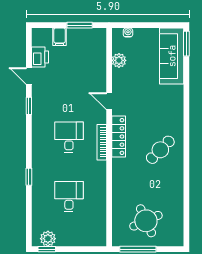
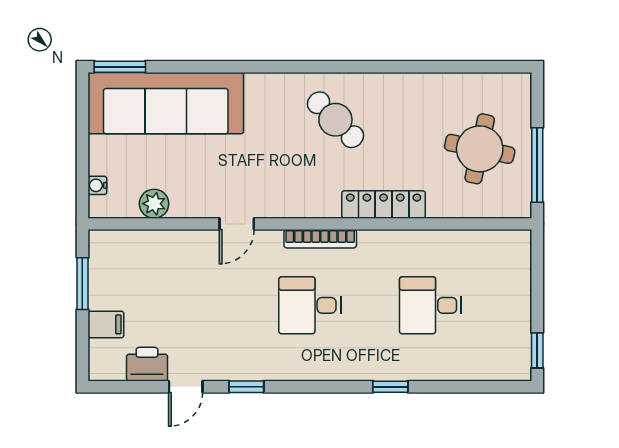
sofa: (172, 56) -> (166, 103), width x1.36, depth x1.27
locker: (119, 136) -> (384, 204), moved
round table: (146, 221) -> (480, 149), turned 36
plant: (48, 239) -> (516, 348), removed

